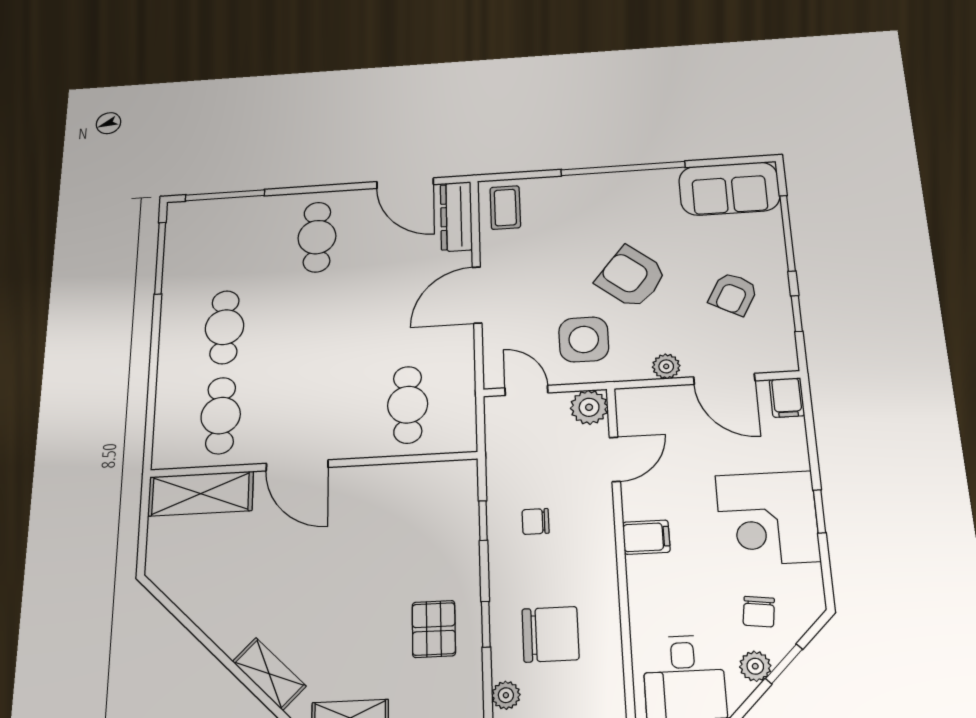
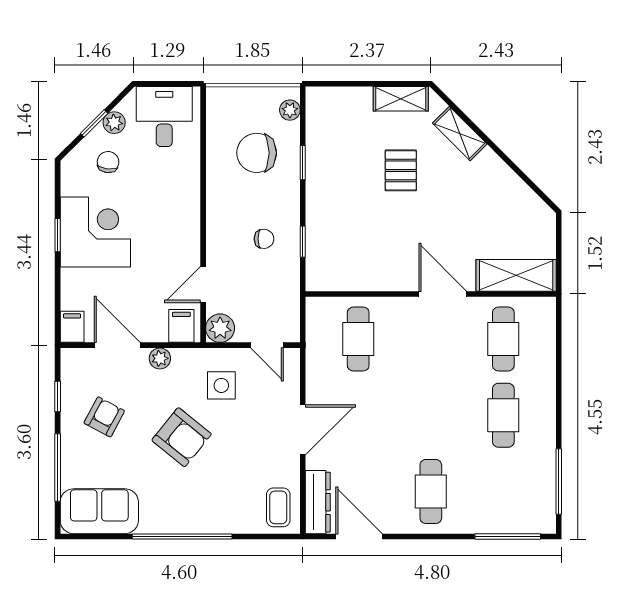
side table: (584, 339) -> (221, 385), width x0.73, depth x0.73
filing cabinet: (646, 537) -> (181, 326), moved, turned 90
pallet: (434, 629) -> (401, 170), moved

